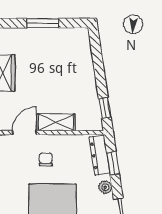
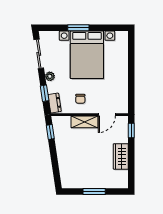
dresser: (100, 155) -> (55, 103), width x0.70
chair: (46, 159) -> (80, 99), moved

